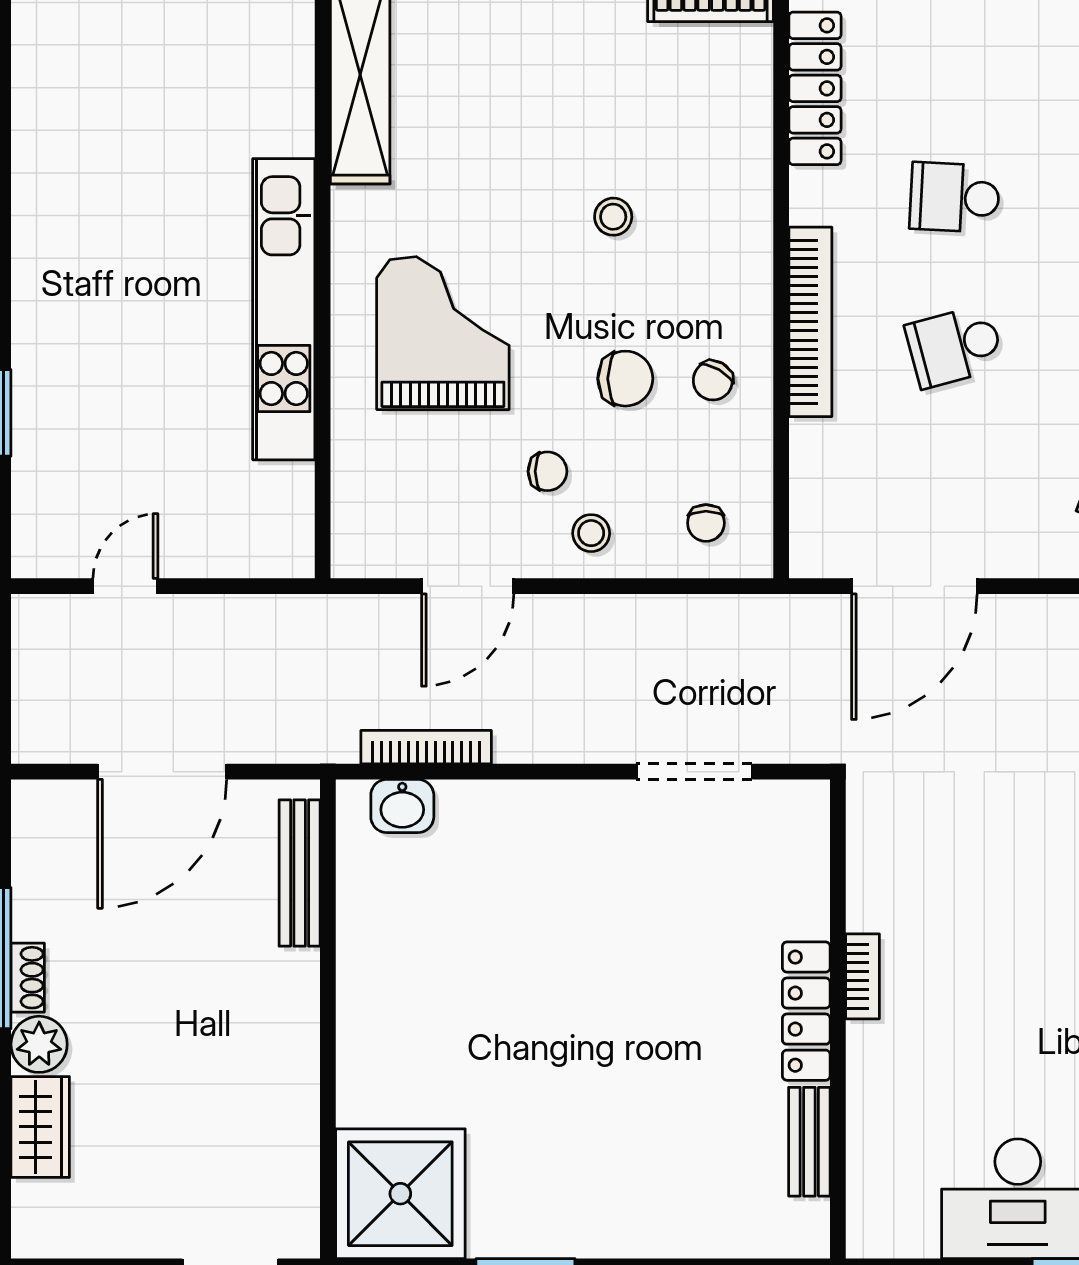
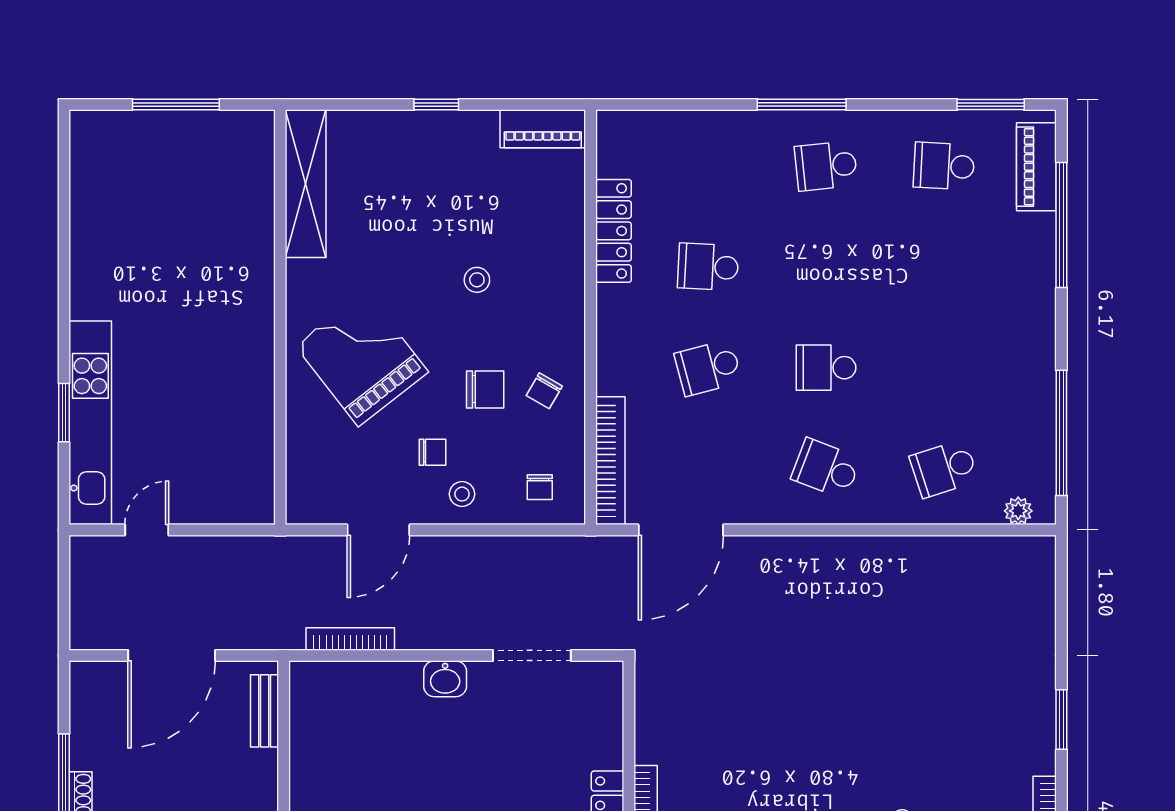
locker: (815, 88) -> (613, 231), moved
kitchen unit: (284, 309) -> (90, 423), moved, turned 180
bookcase: (810, 322) -> (610, 461), moved
grand piano: (443, 333) -> (362, 359), turned -38
washbasin: (402, 806) -> (445, 679), moved
bench: (300, 873) -> (265, 711), width x0.73

